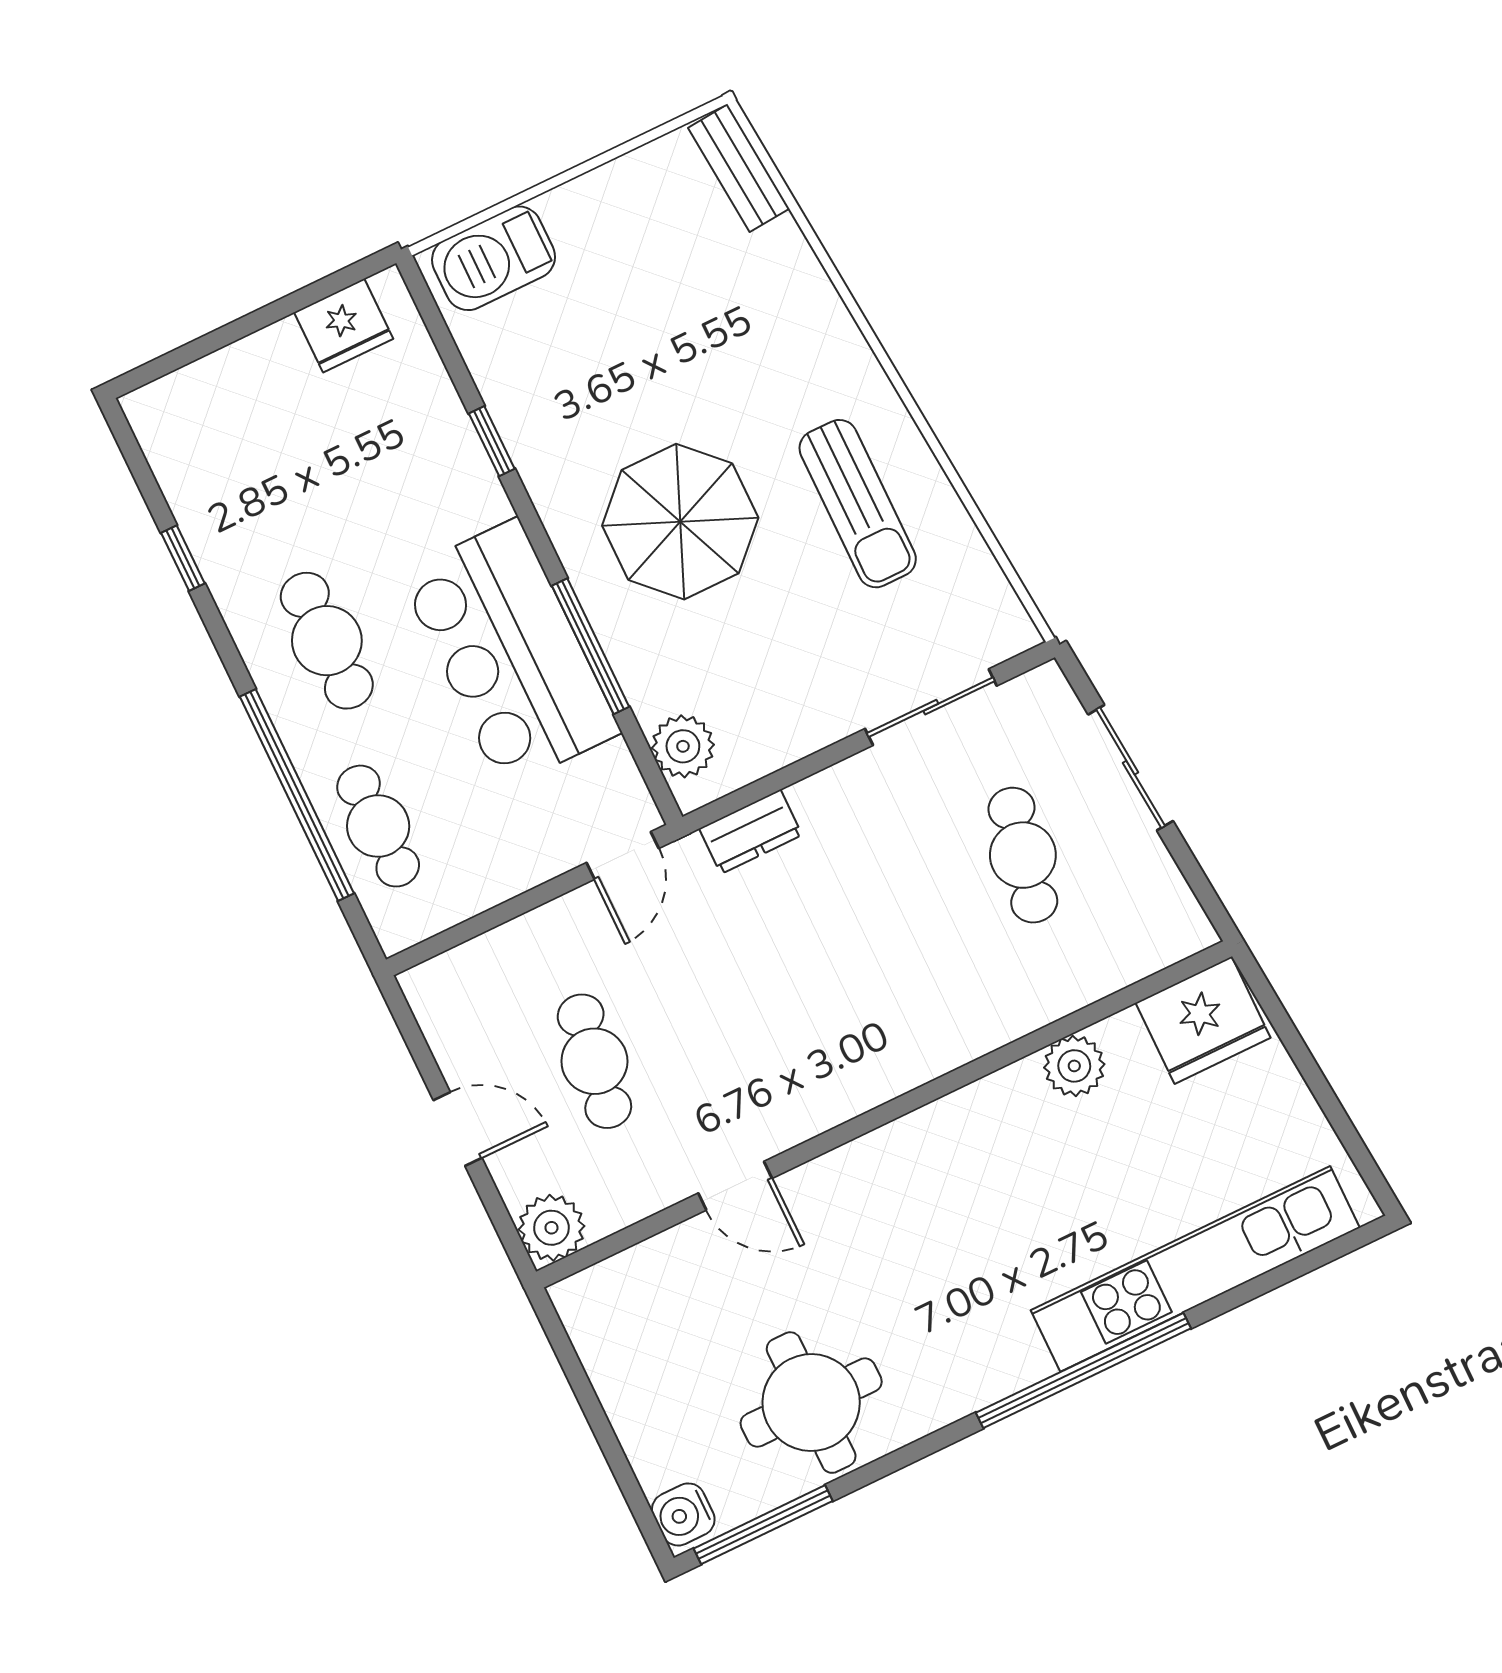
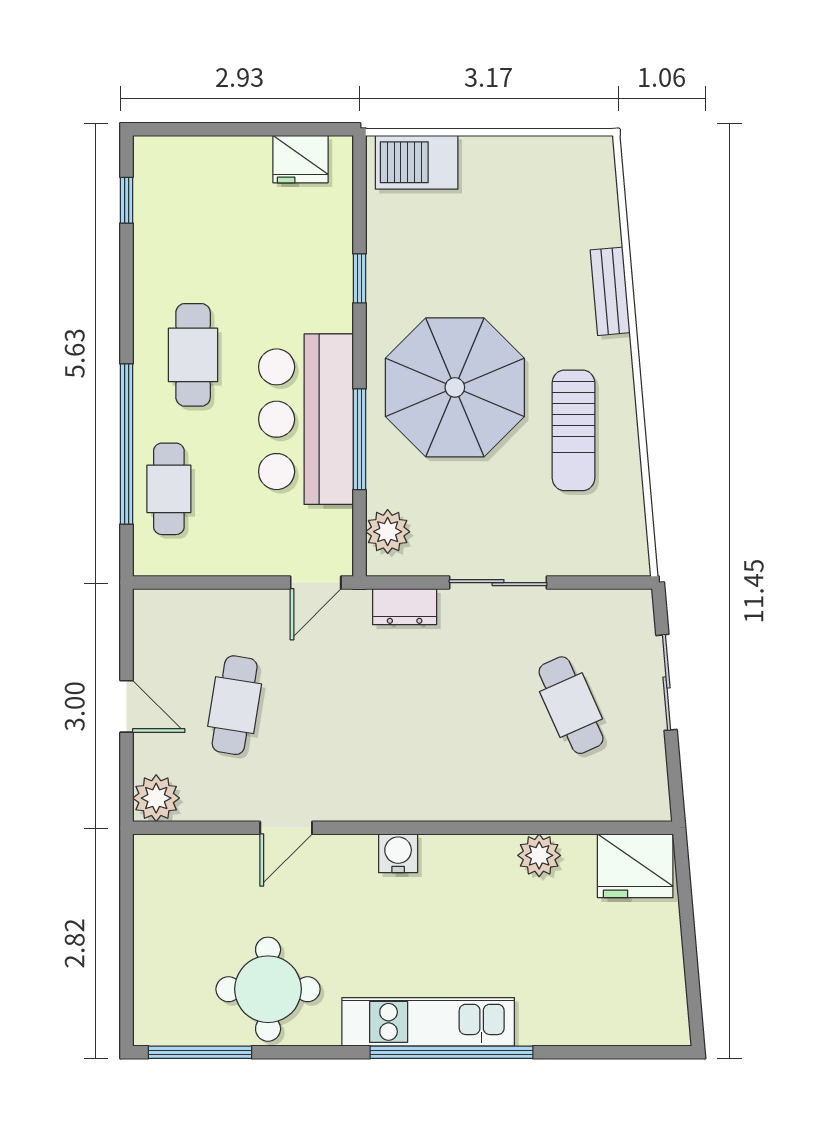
bench: (739, 168) -> (610, 291), moved
parasol: (680, 522) -> (455, 387), width x1.36, depth x1.36
window: (183, 558) -> (127, 200), moved
sliding door: (931, 707) -> (498, 583), moved
cafe table: (1023, 855) -> (571, 705), turned -36
door: (735, 1186) -> (286, 828), hinge flipped
kitchen unit: (1195, 1269) -> (428, 1022), moved, width x0.73
water cooler: (683, 1514) -> (398, 853), moved, turned 90

